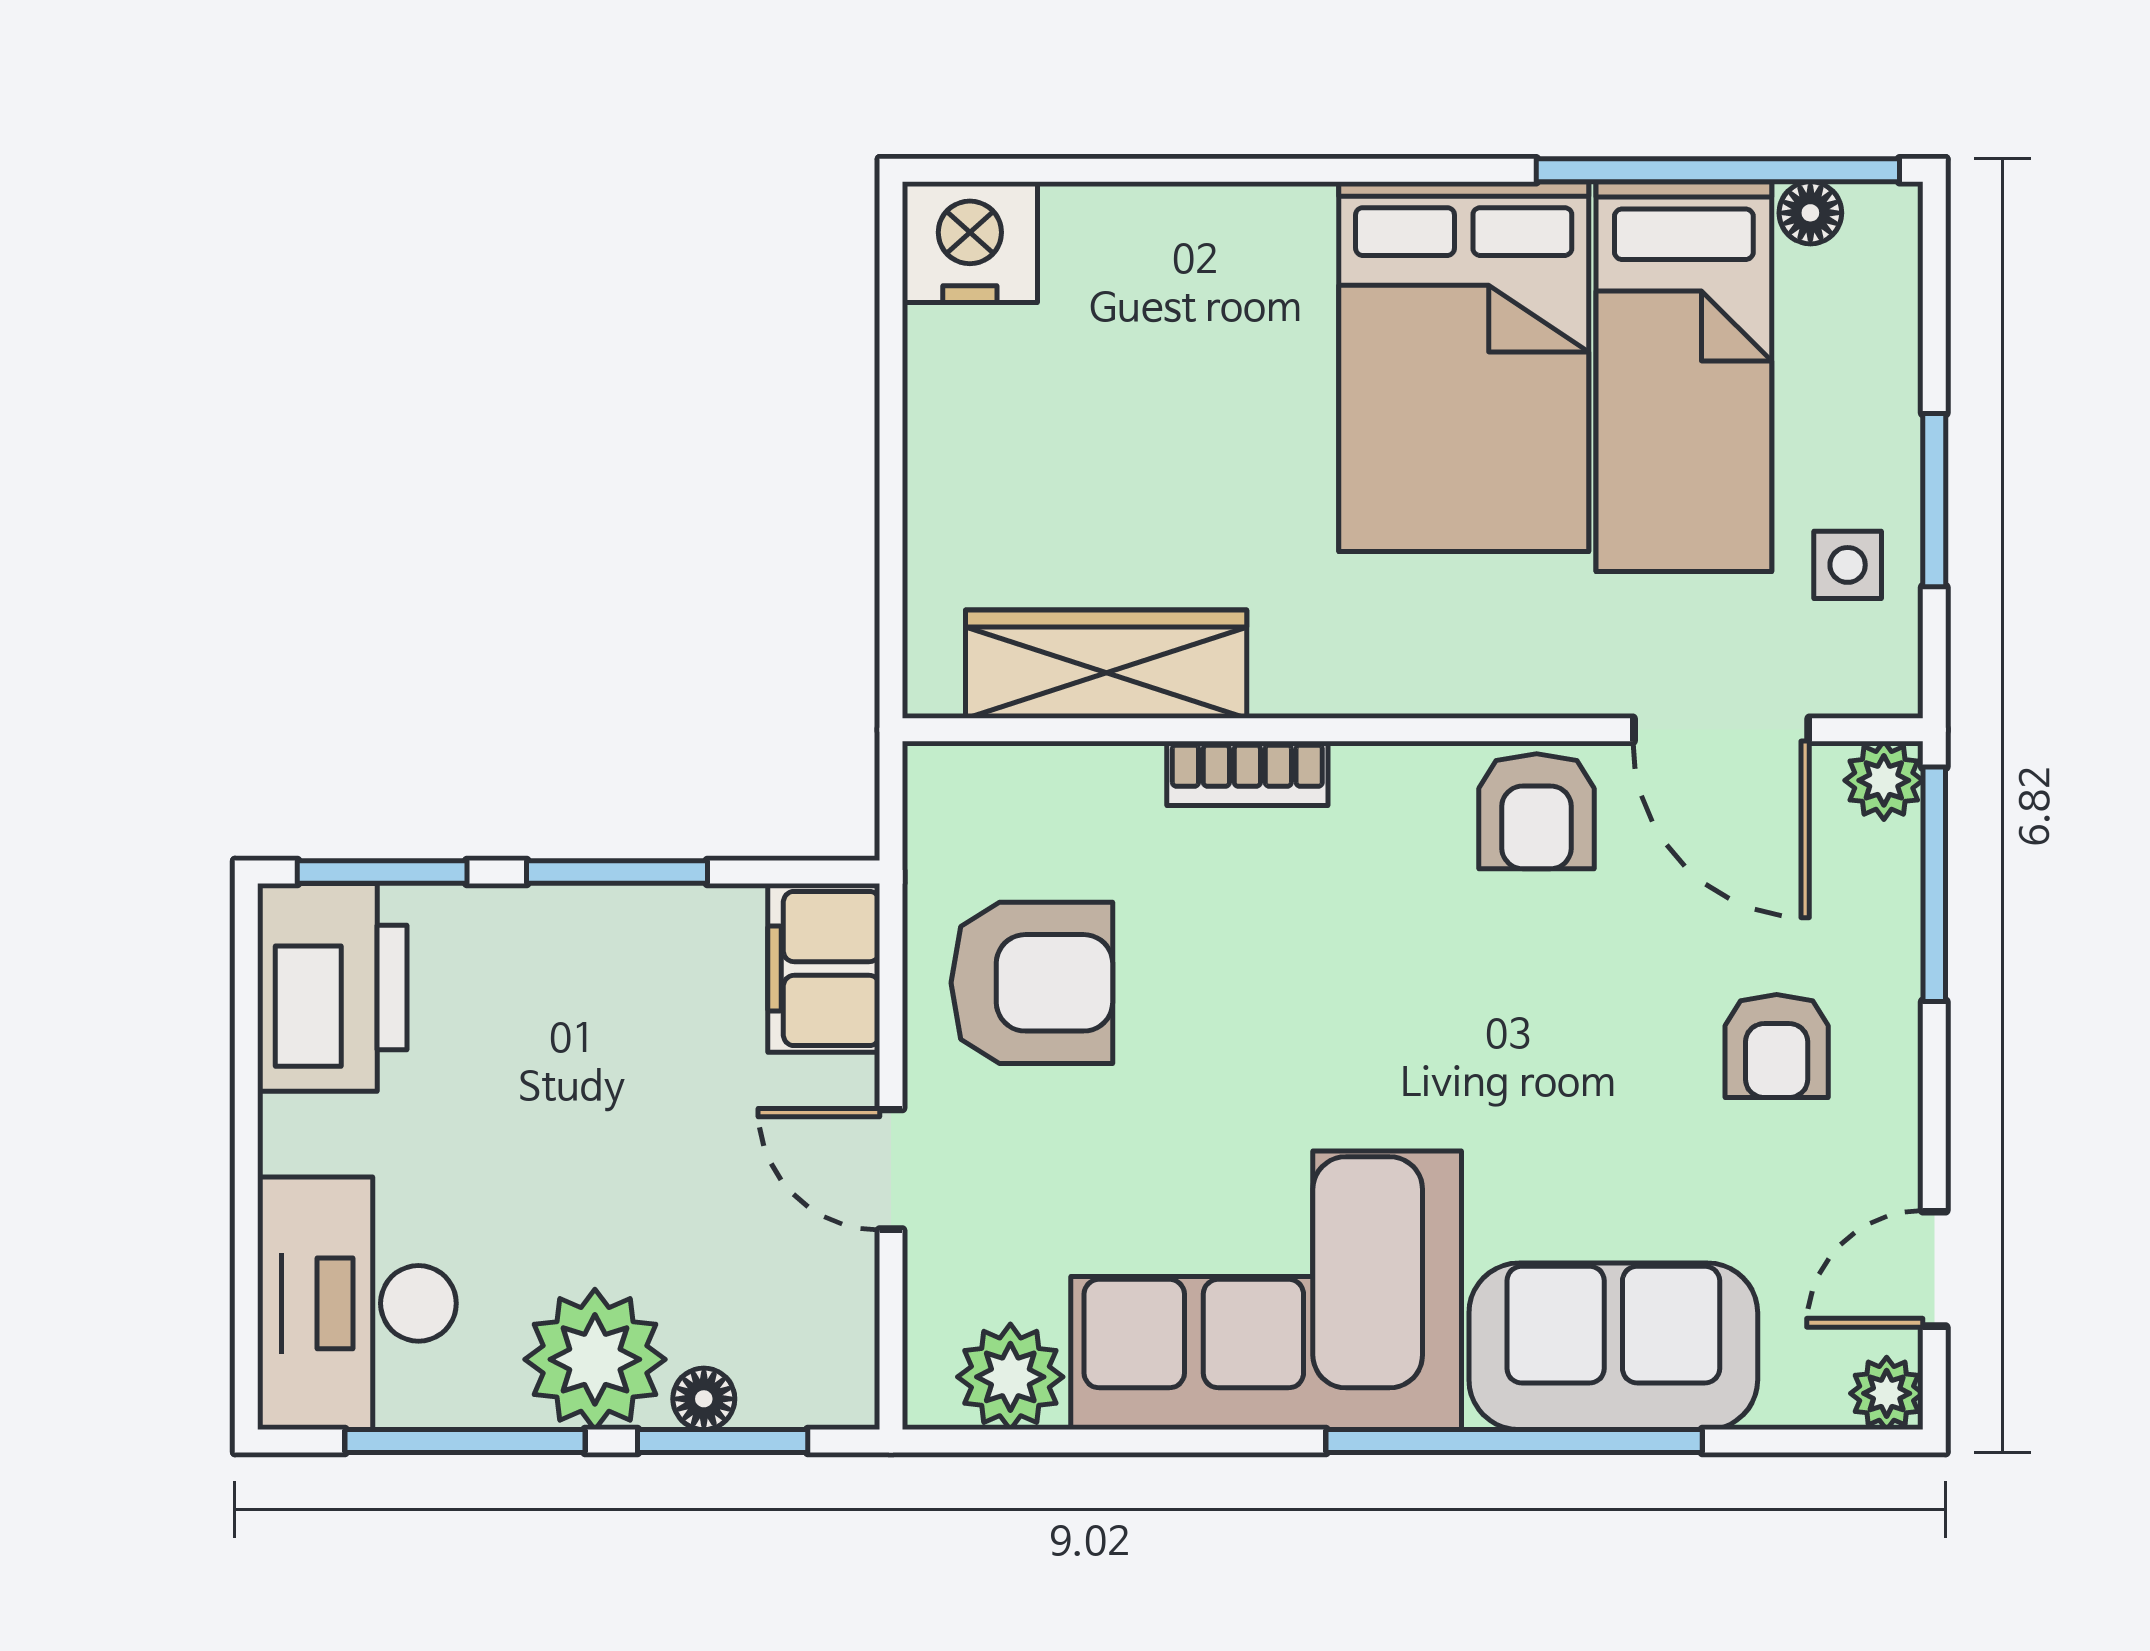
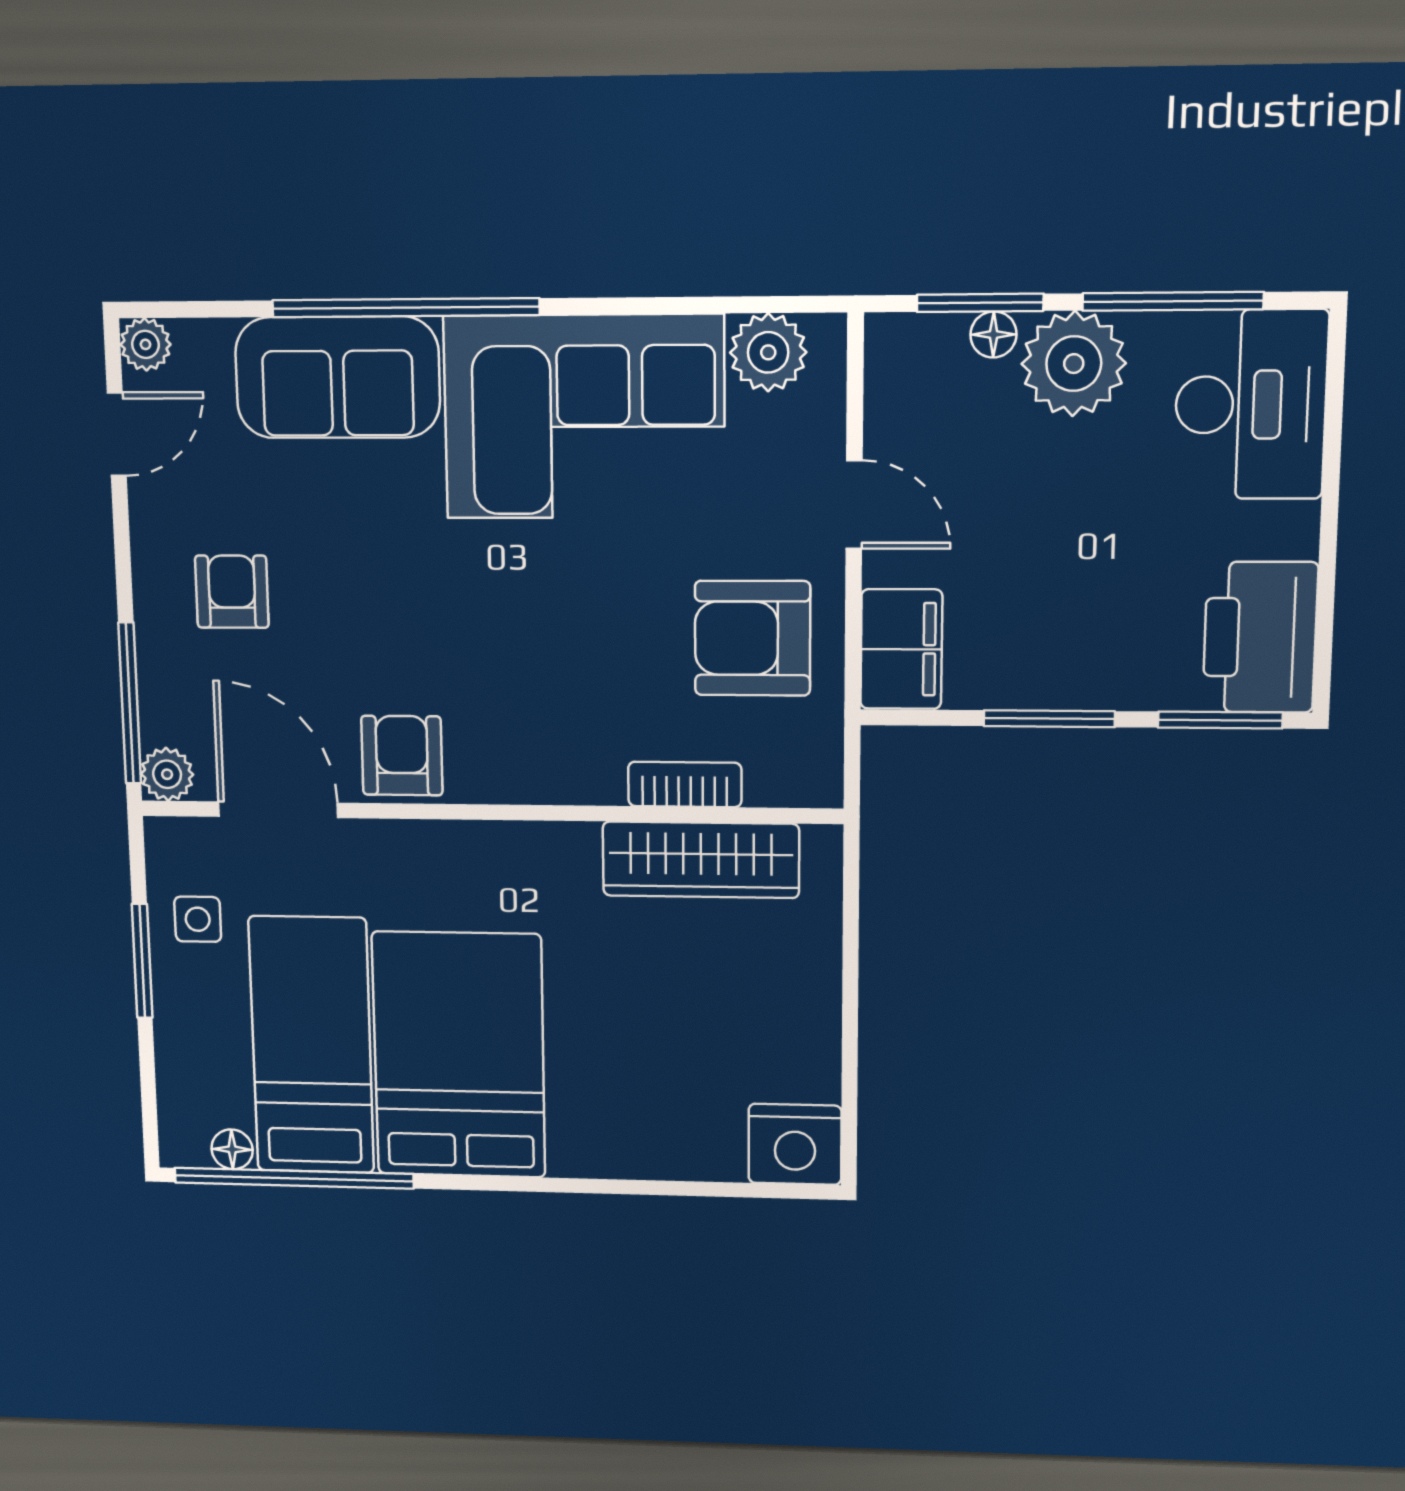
bookcase: (1247, 773) -> (685, 784), moved

